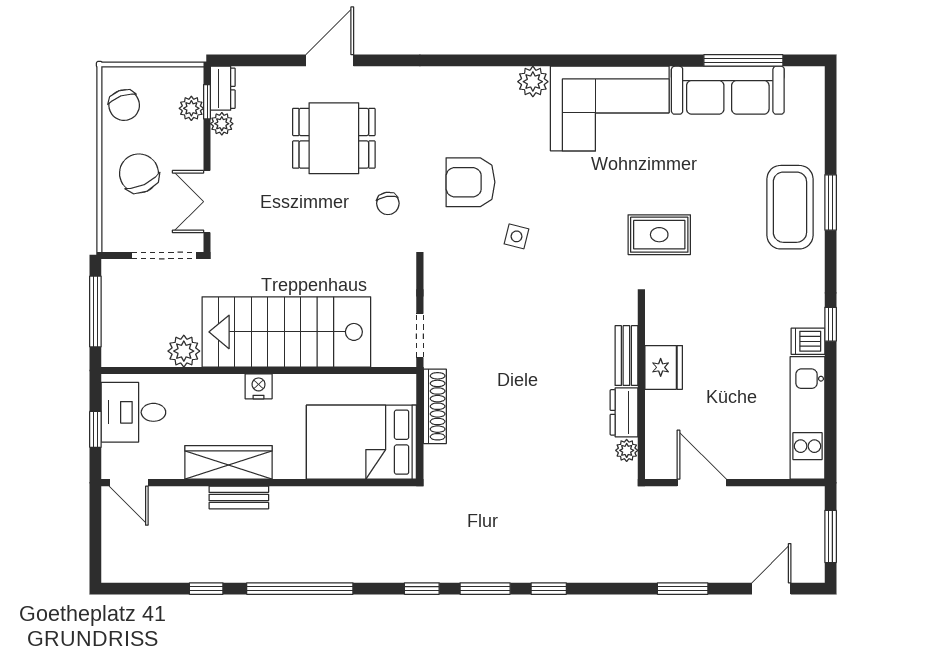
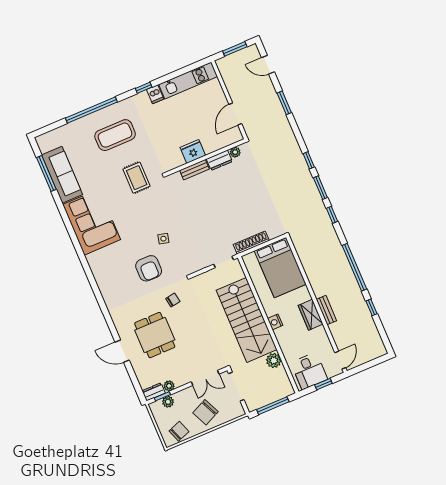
plant: (533, 82) -> (94, 260), removed
window: (831, 202) -> (91, 110), width x2.11
coffee table: (790, 207) -> (115, 135), moved
wardrobe: (229, 462) -> (311, 315), width x0.67

